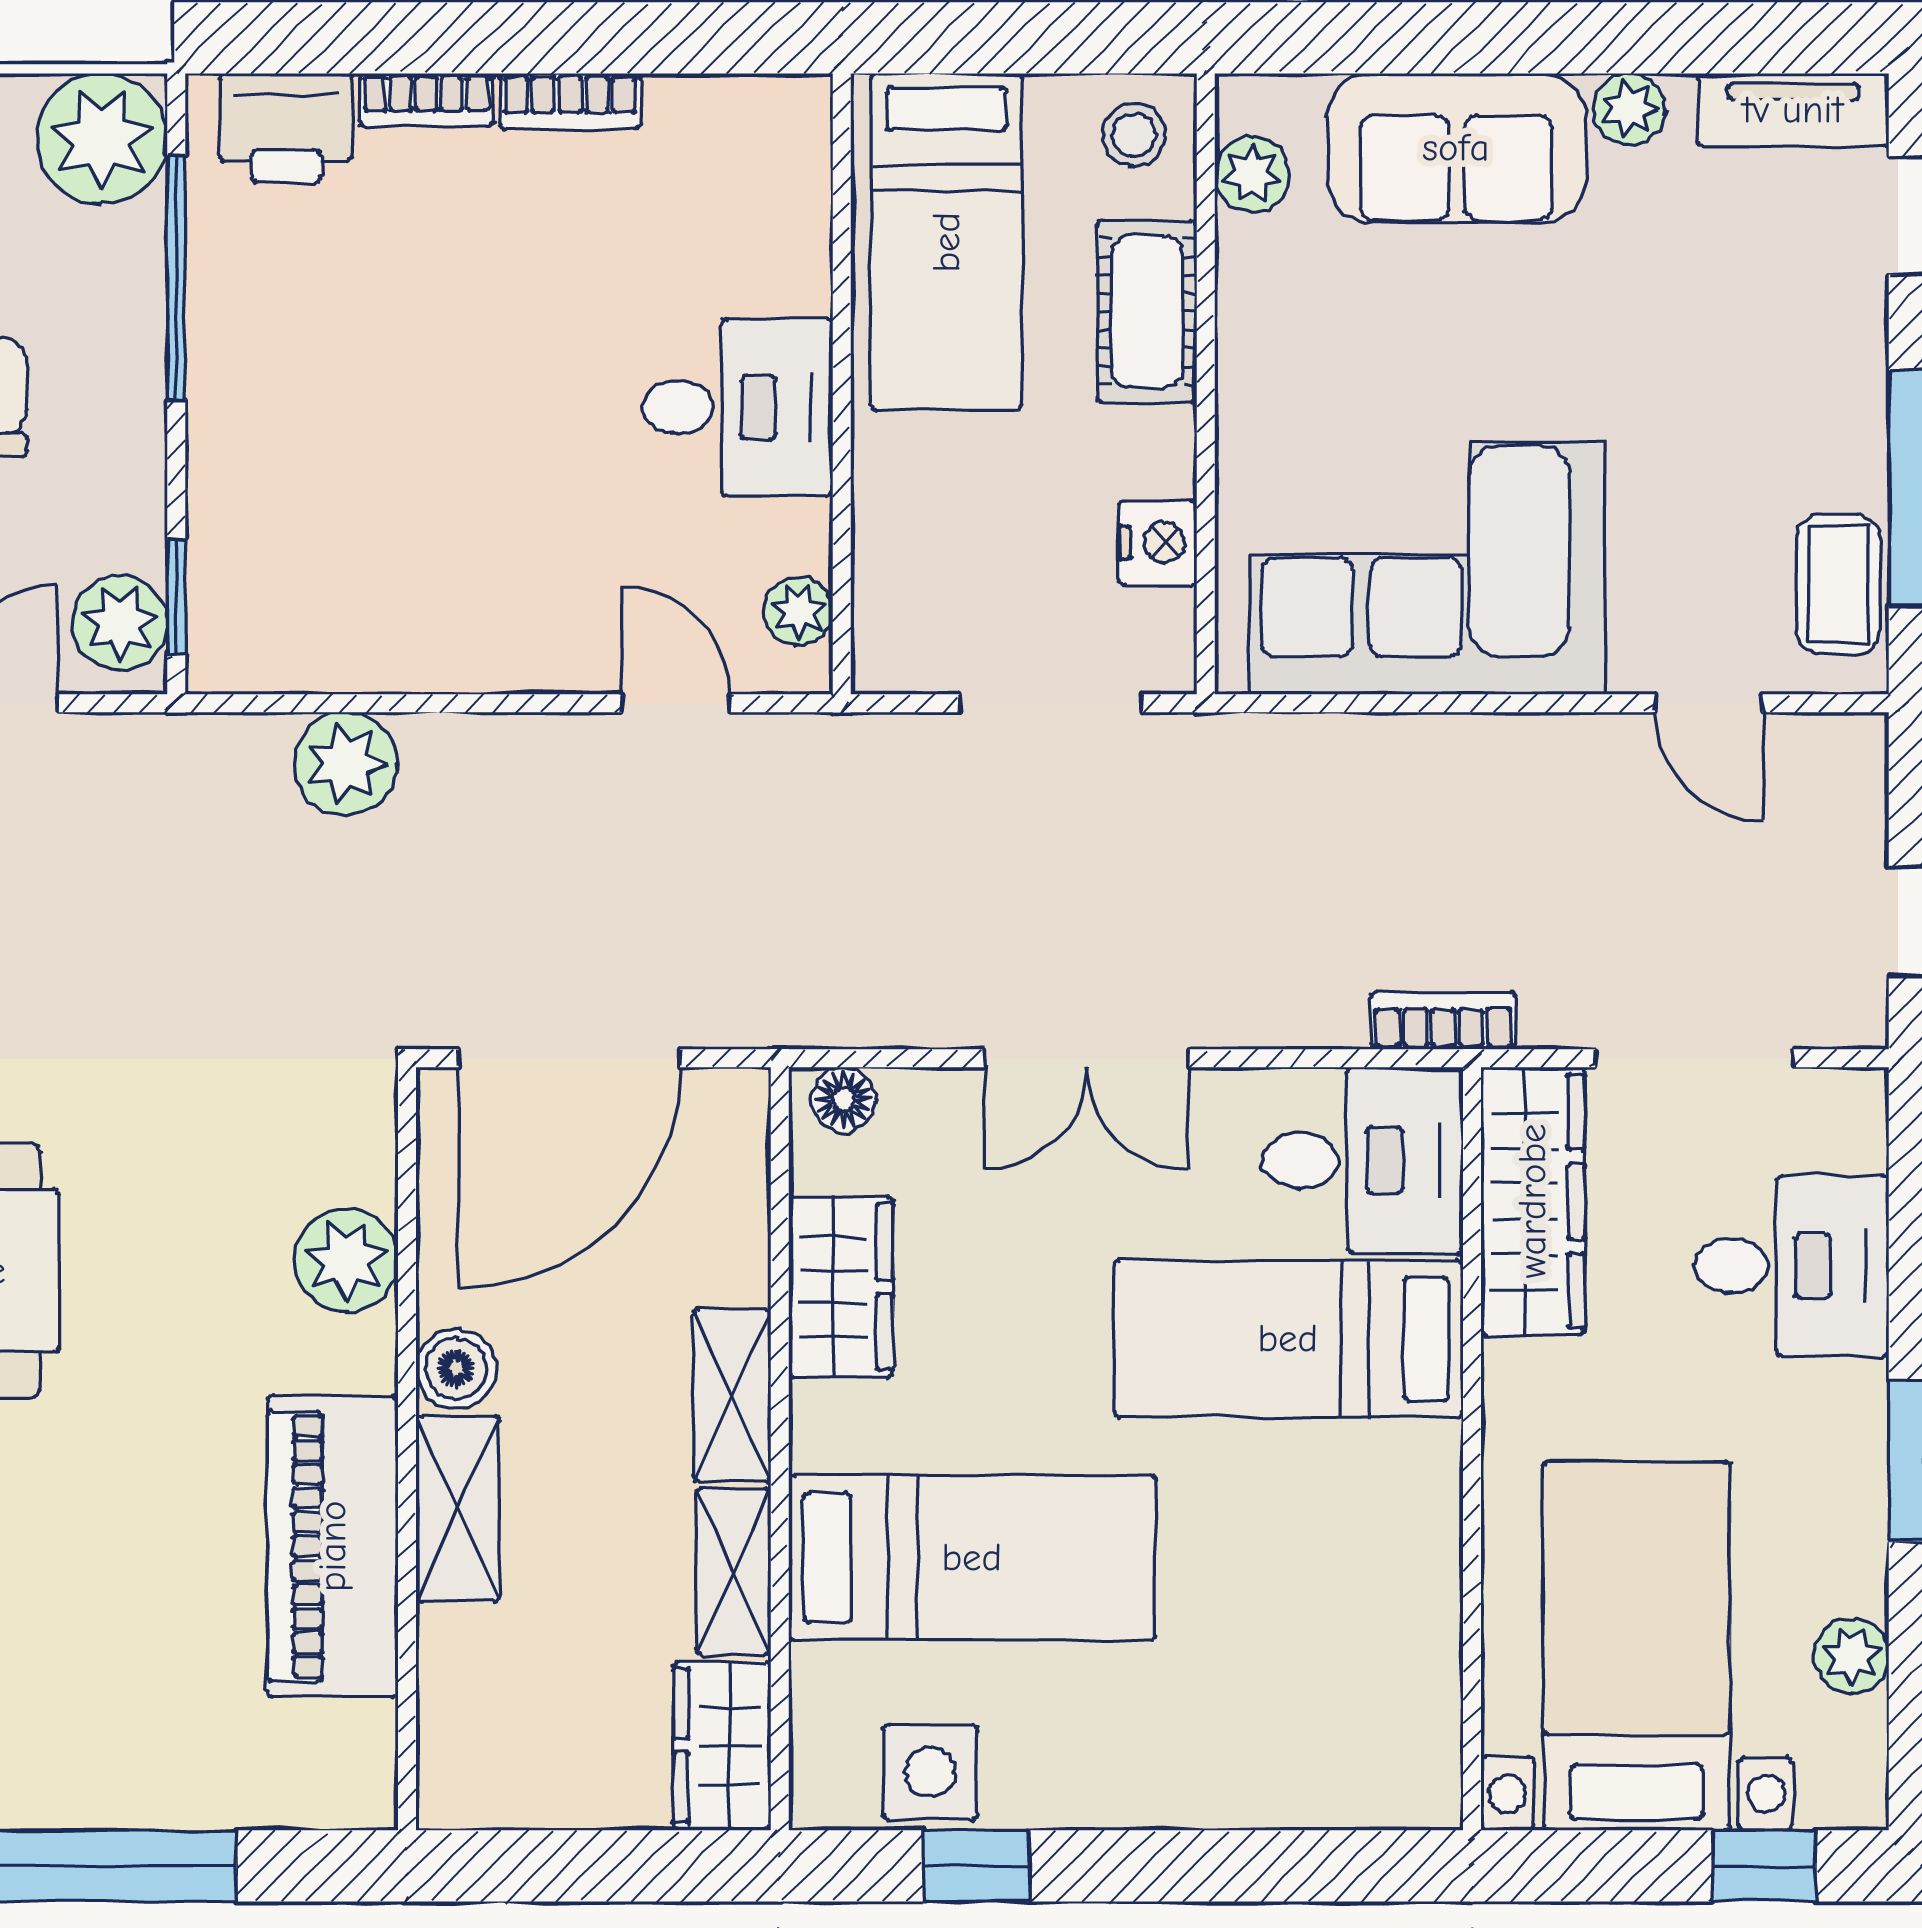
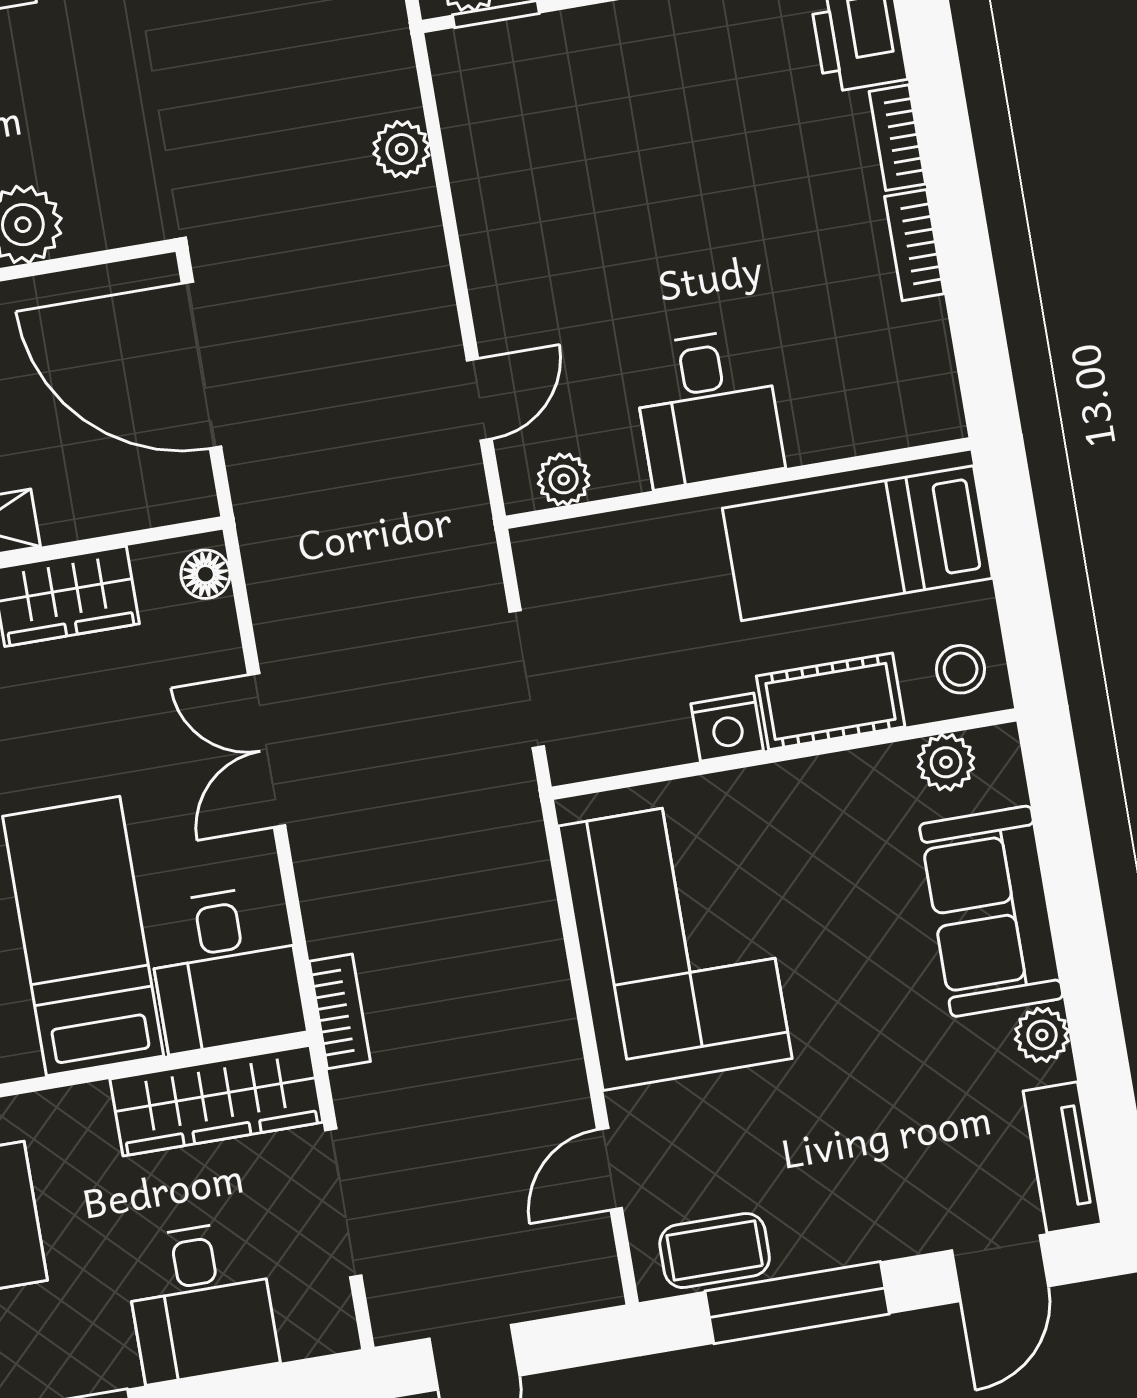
nightstand: (1158, 543) -> (727, 727), moved
plant: (346, 764) -> (402, 149), width x0.73, depth x0.73

